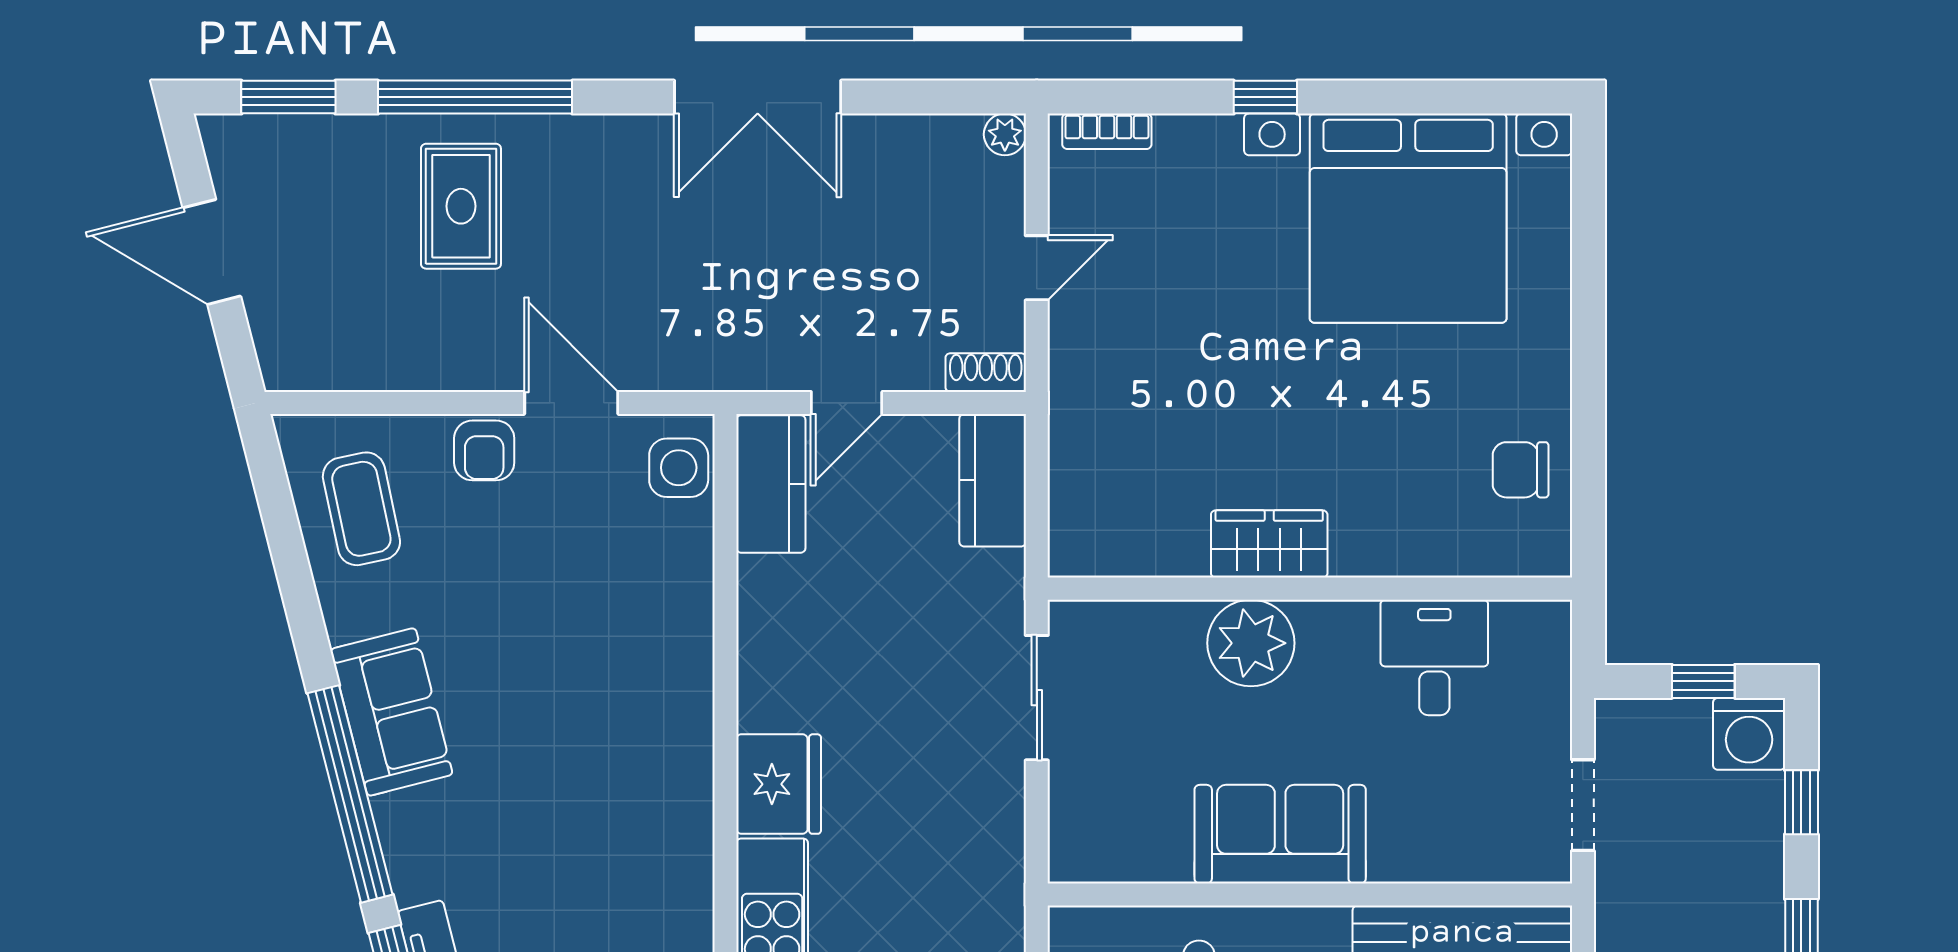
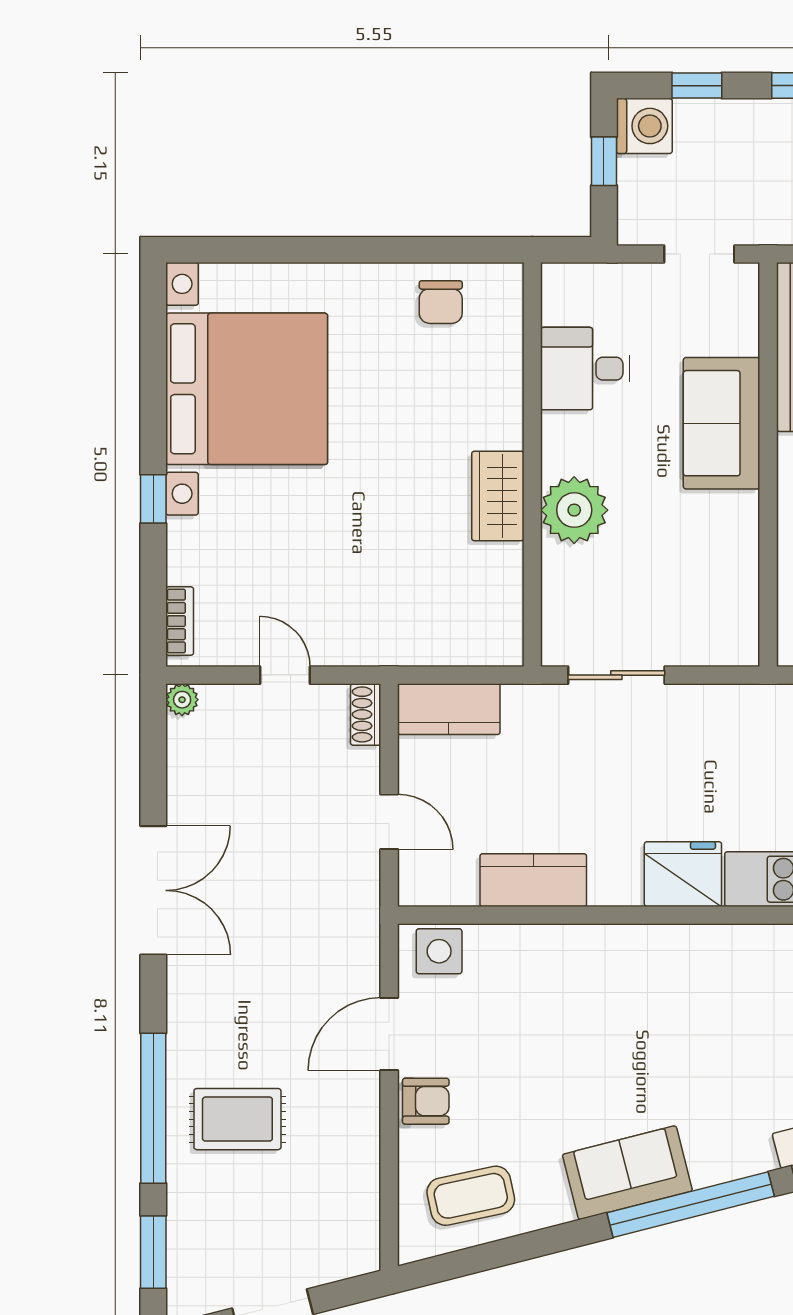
kitchen counter: (771, 484) -> (533, 880), moved
sofa: (1280, 834) -> (722, 423), moved

